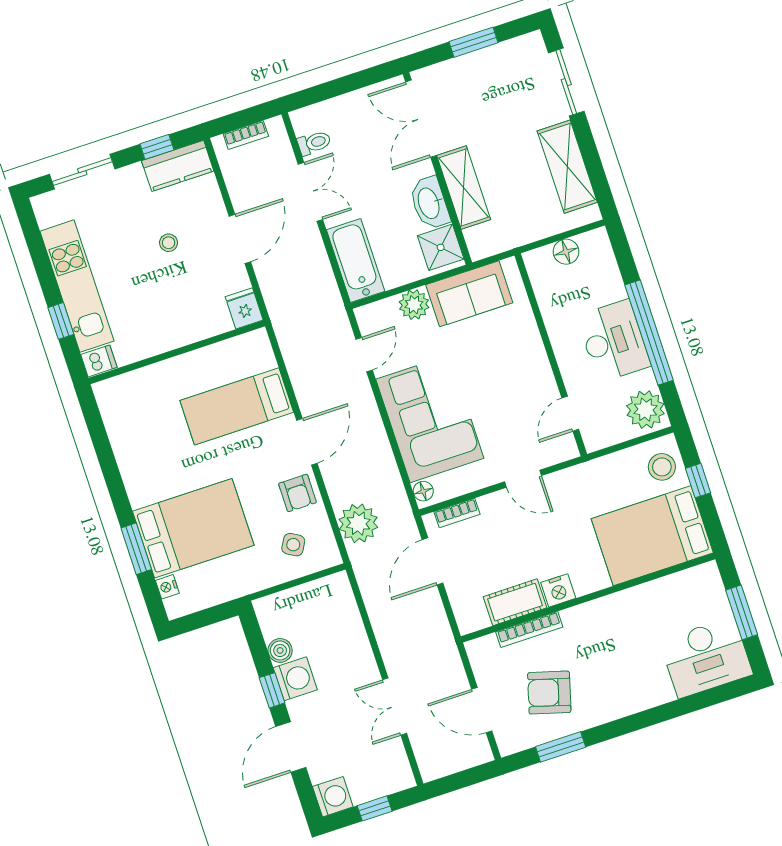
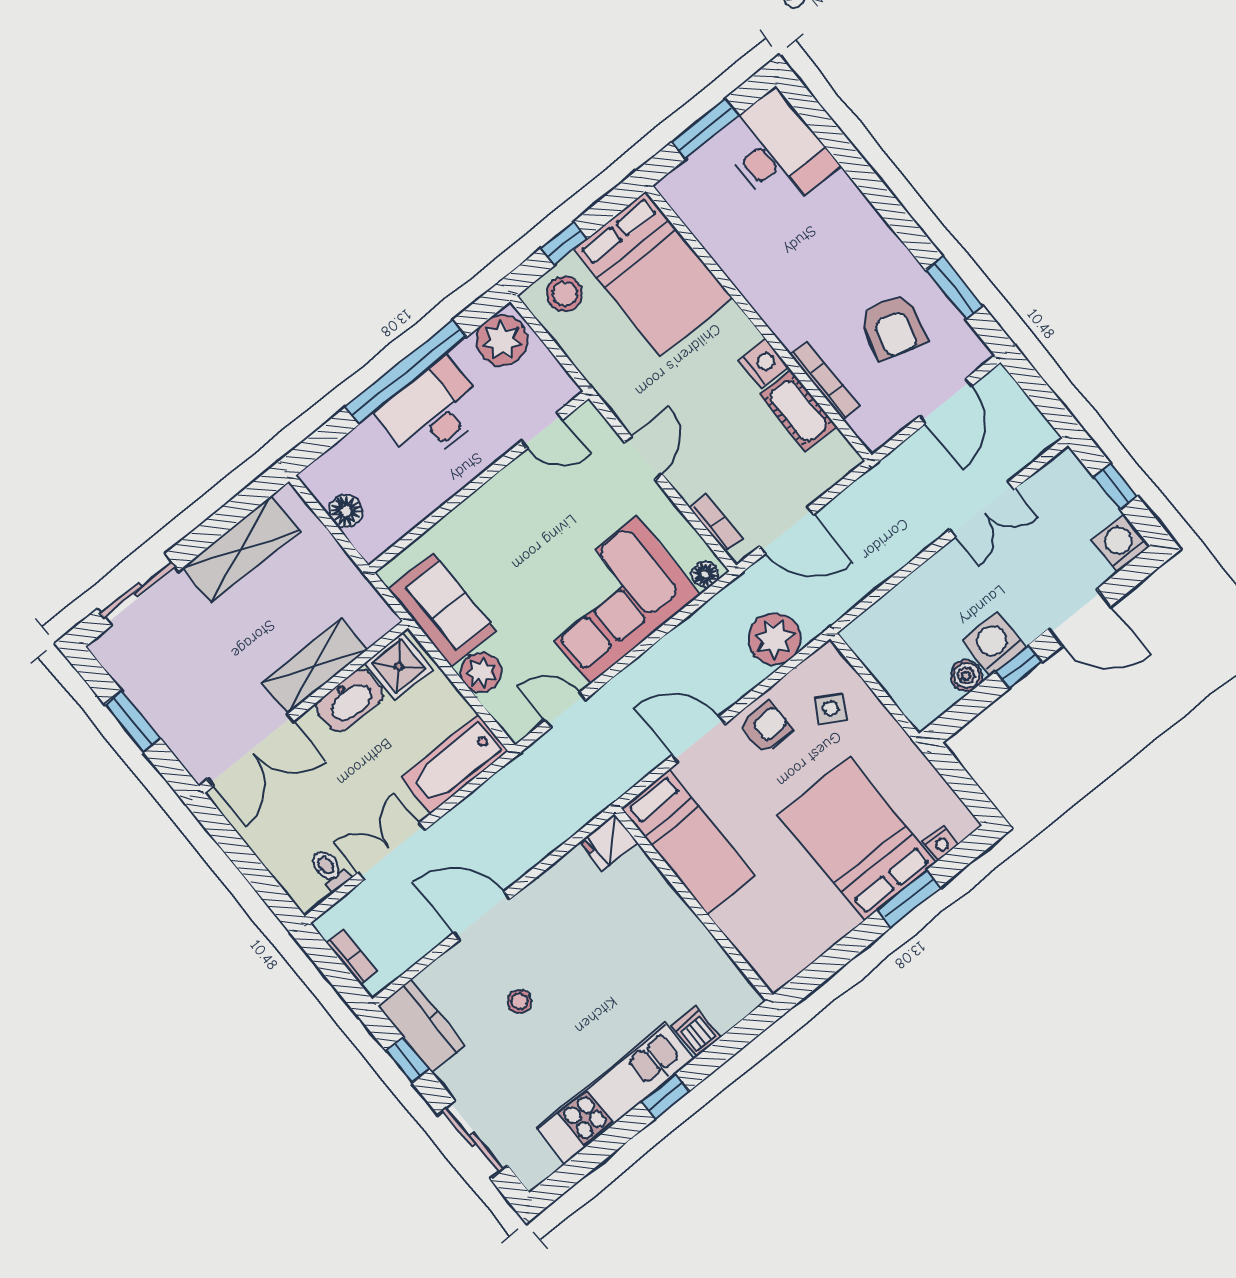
fridge: (244, 308) -> (609, 842), moved
wall: (177, 352) -> (694, 904), moved

